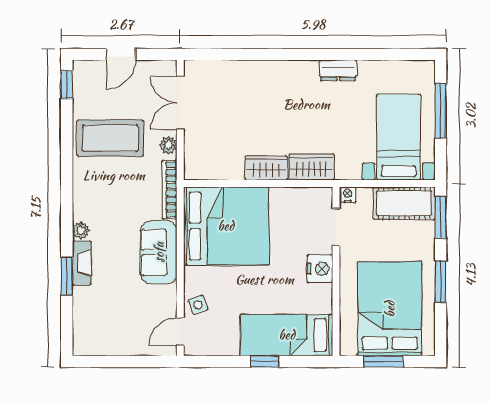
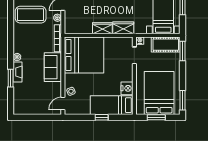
nightstand: (320, 269) -> (127, 88), moved
window: (441, 282) -> (183, 100), moved

